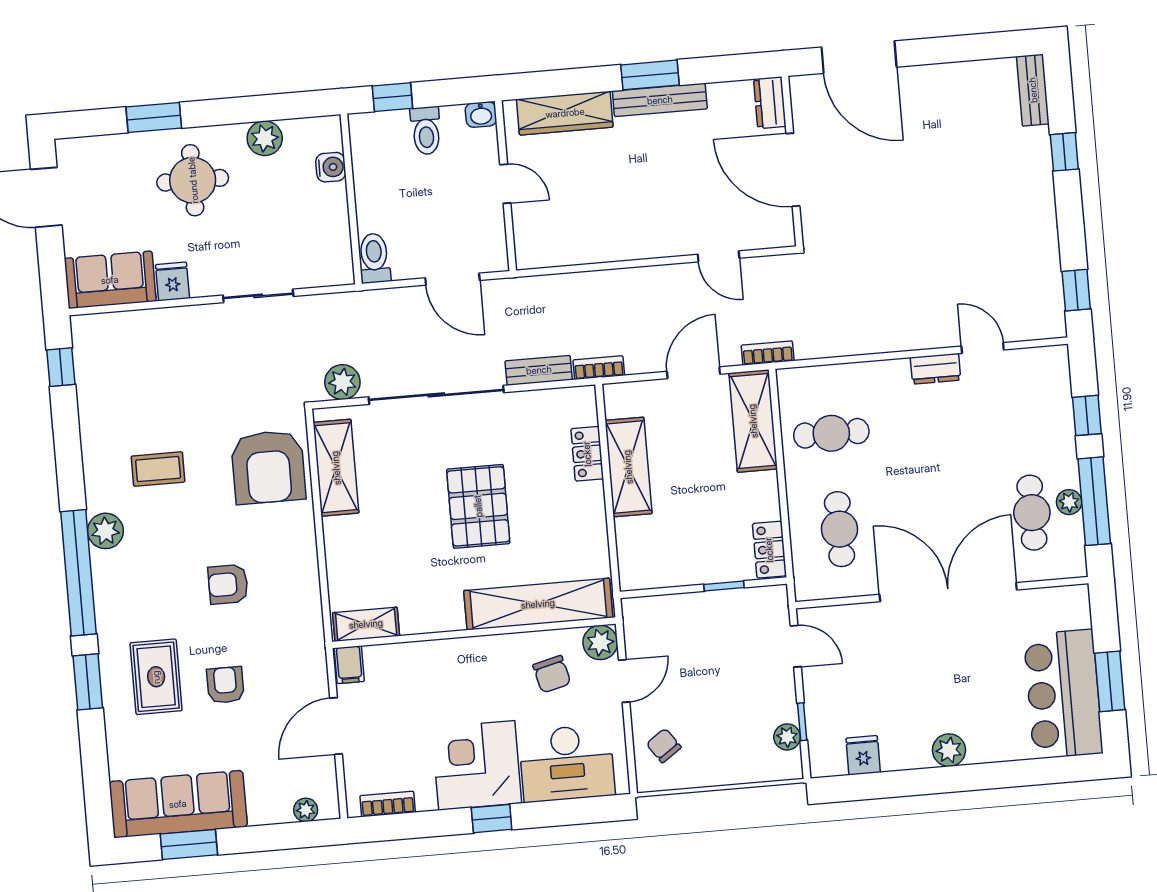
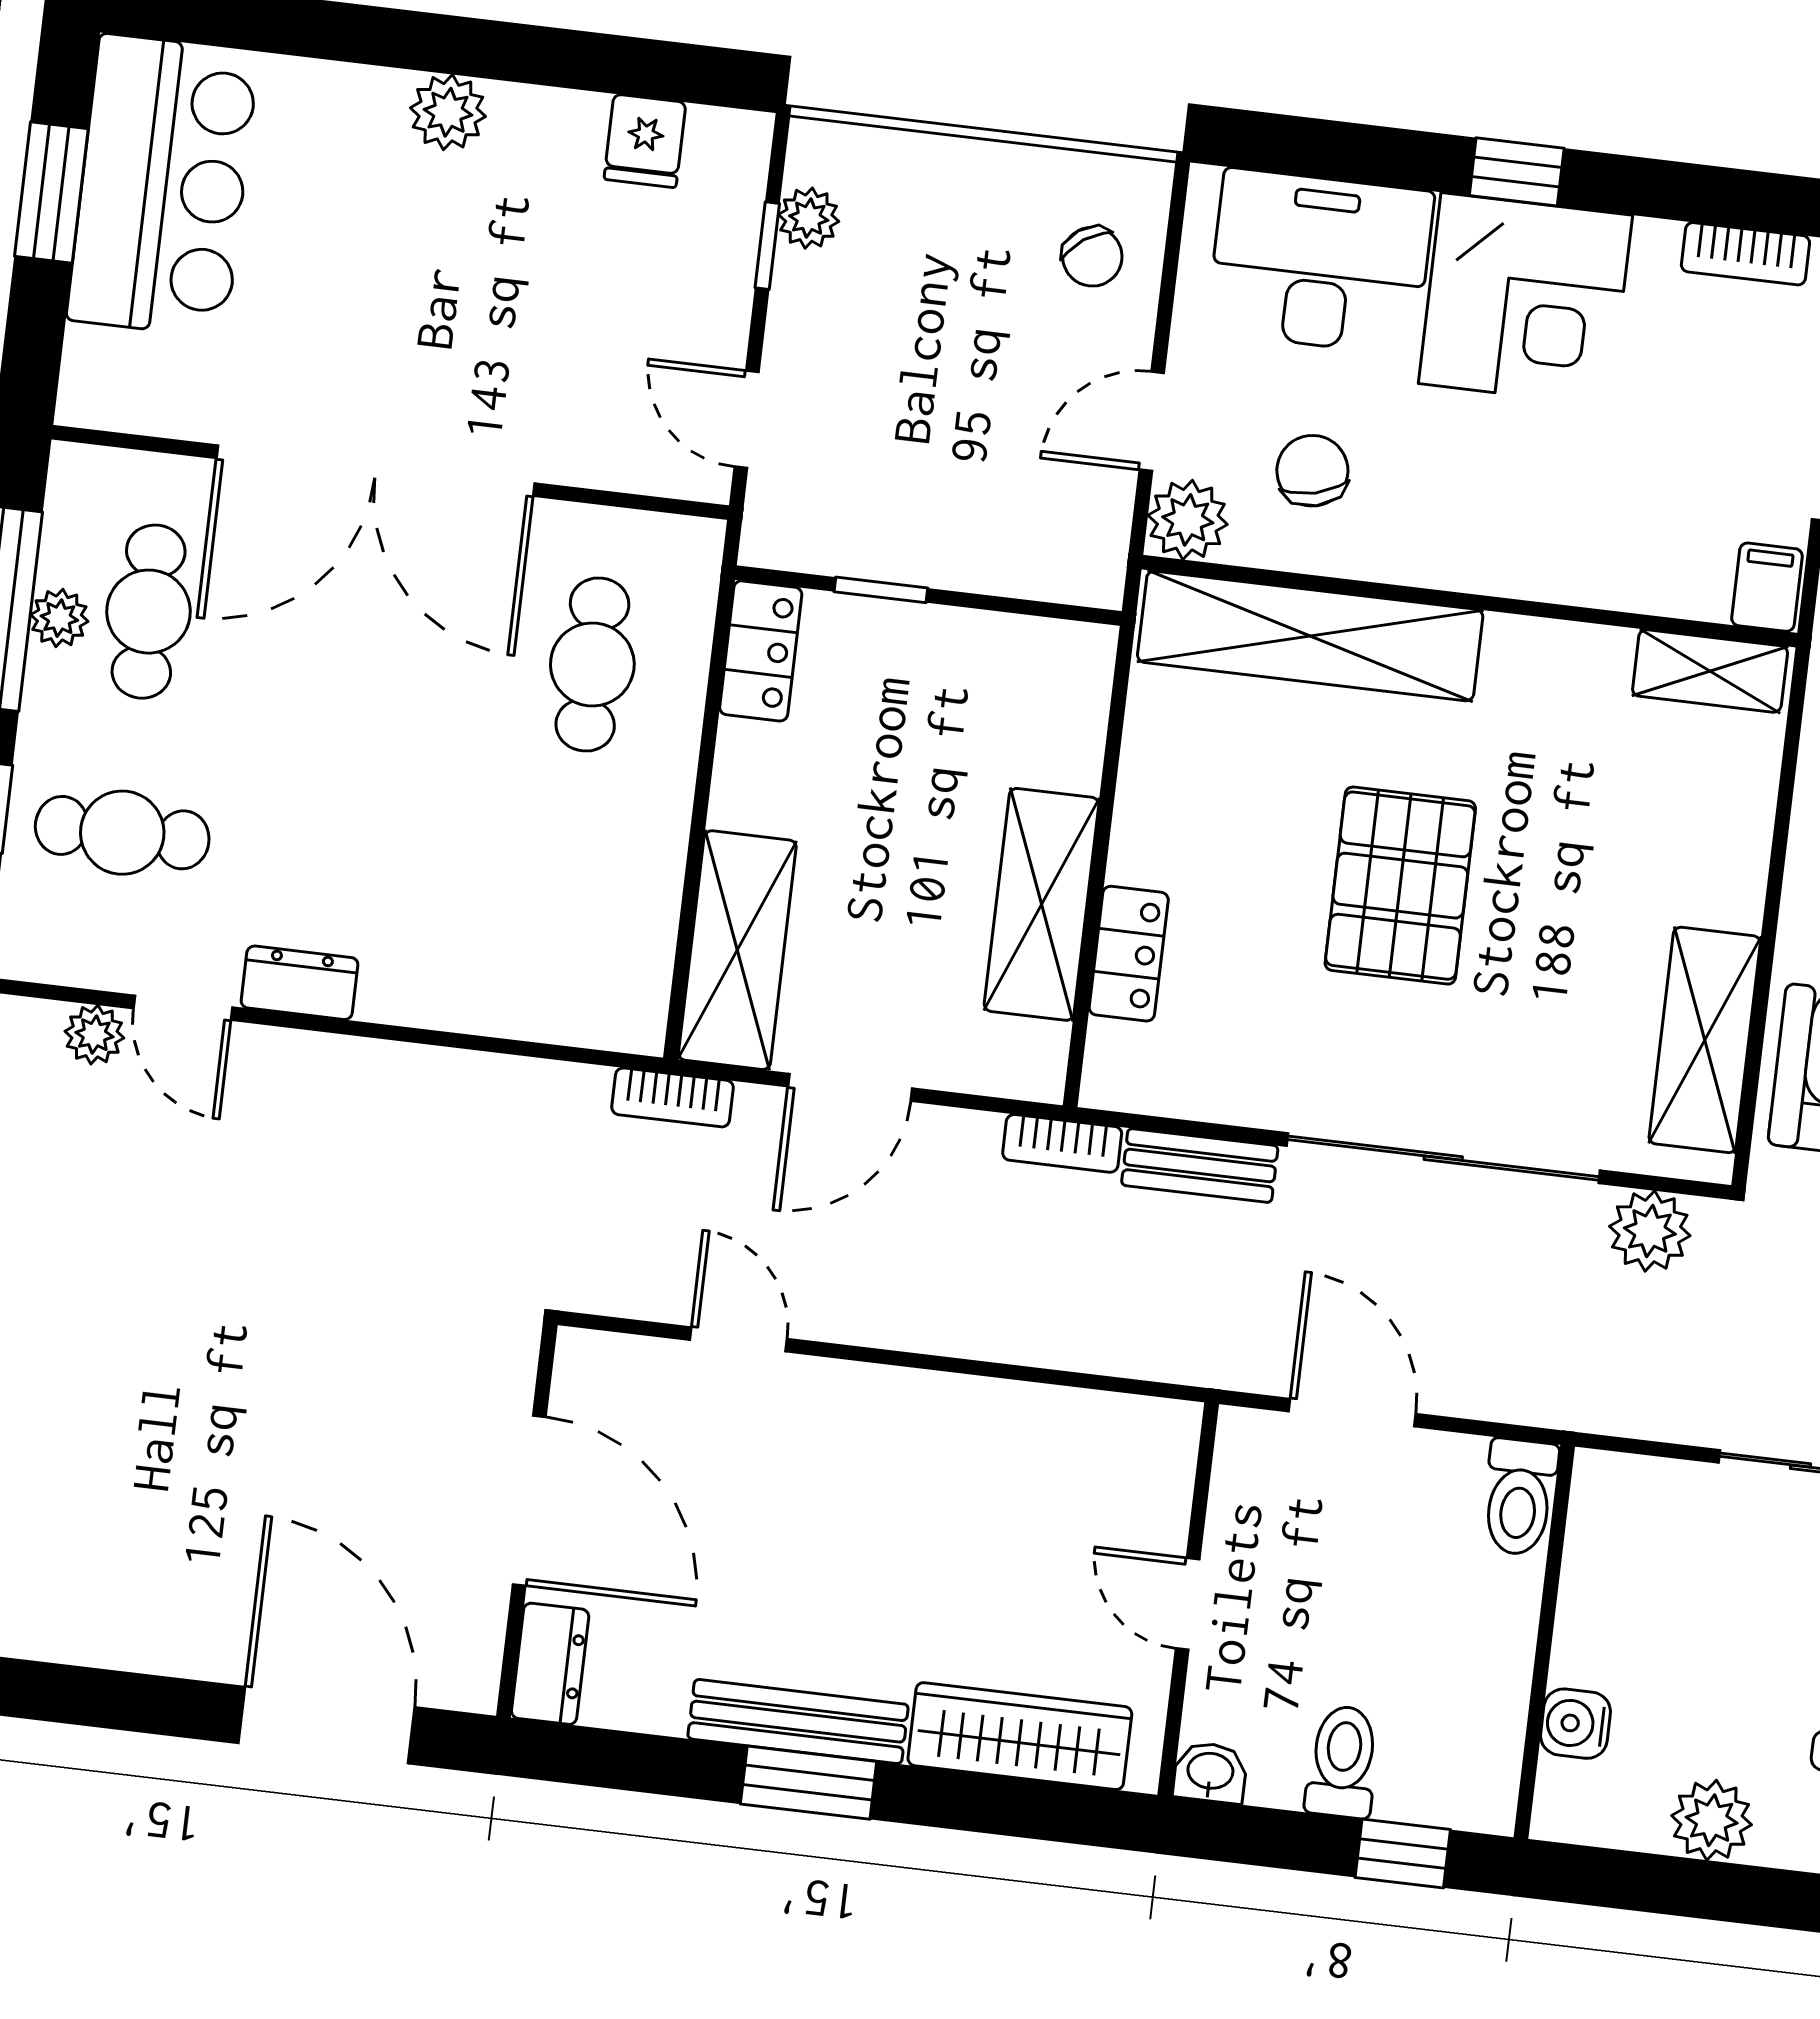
plant: (1018, 329) -> (94, 1035), added
cafe table: (831, 433) -> (122, 833), moved

